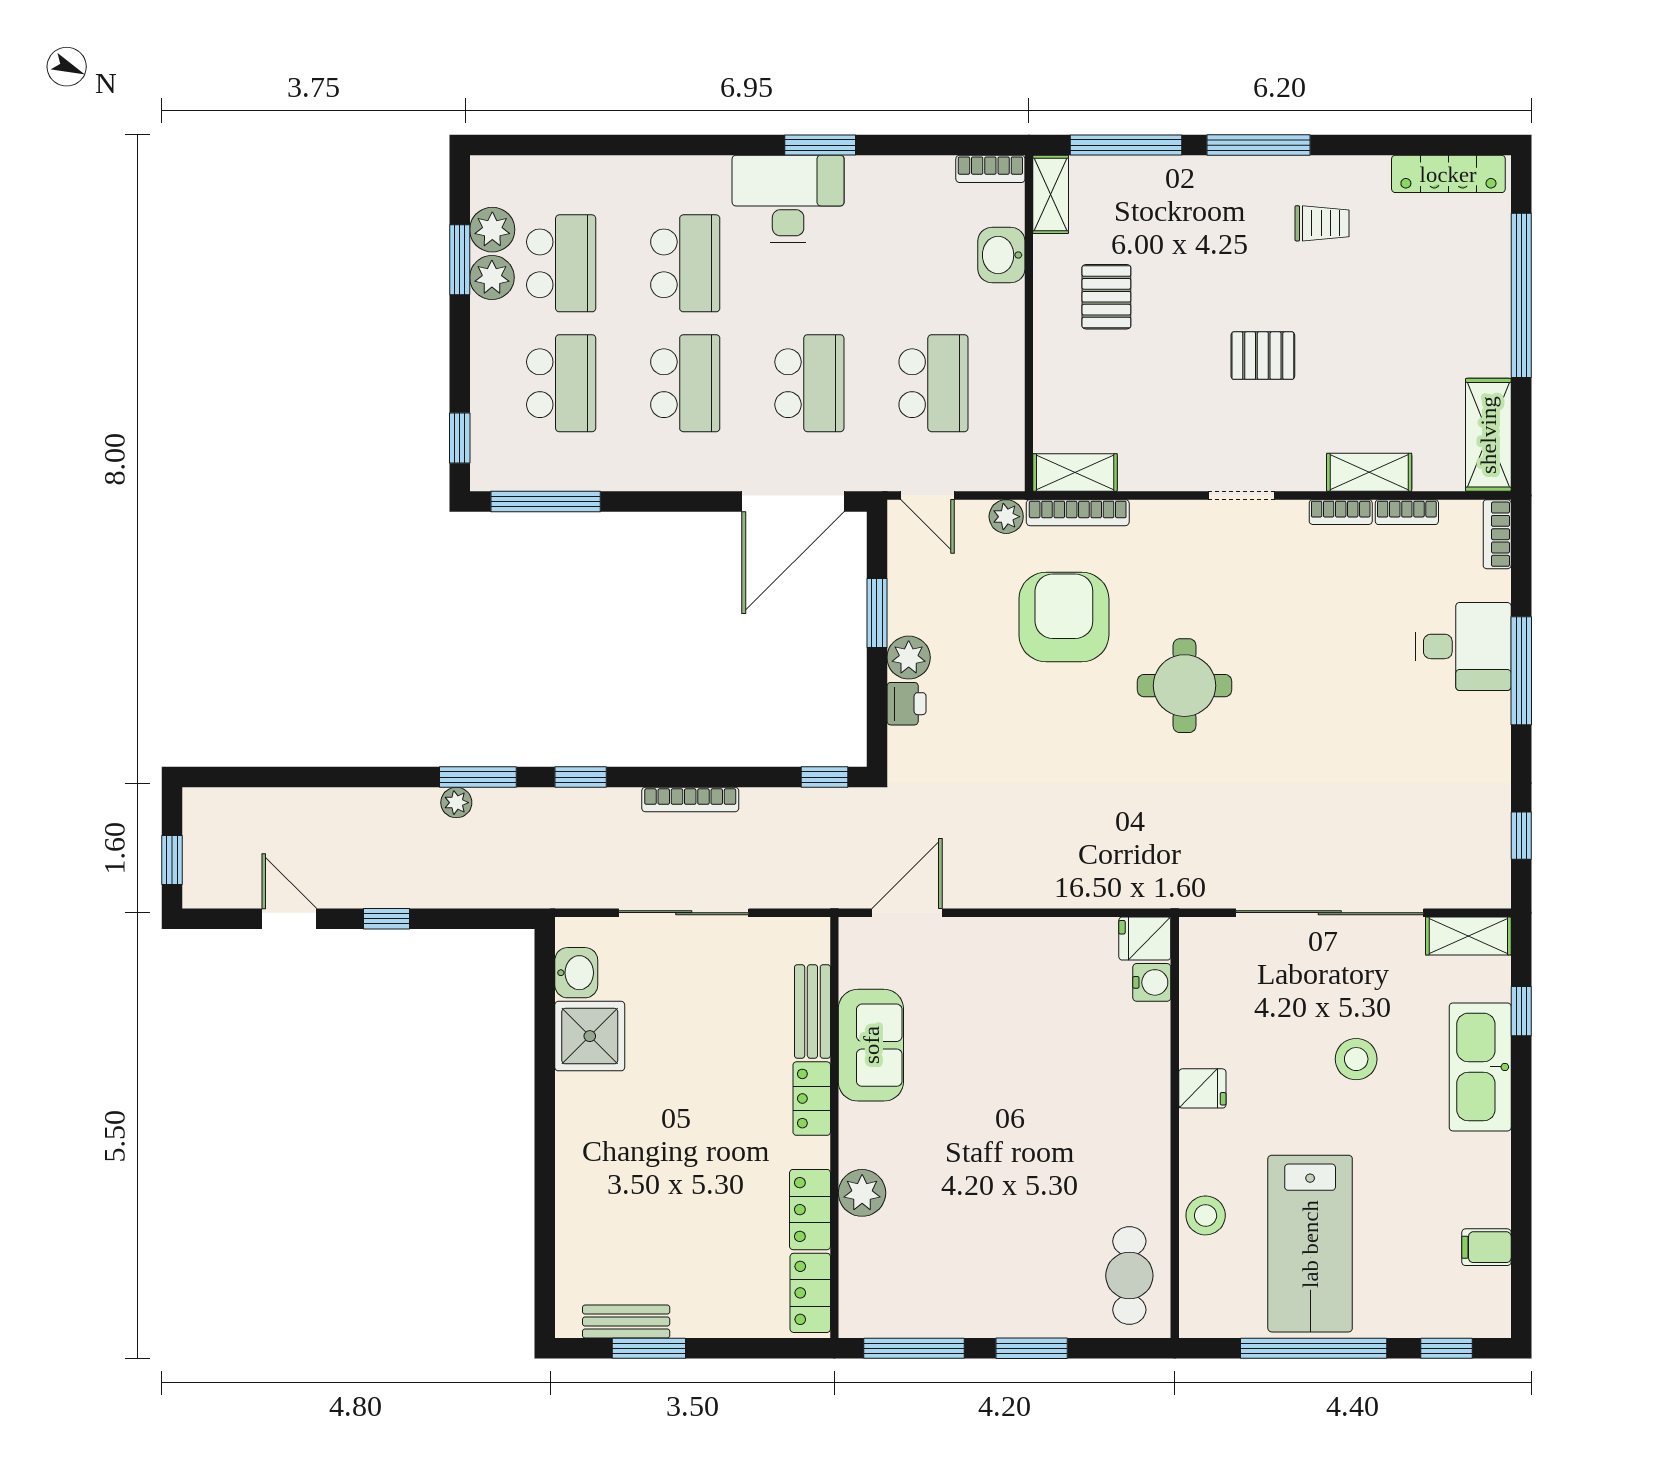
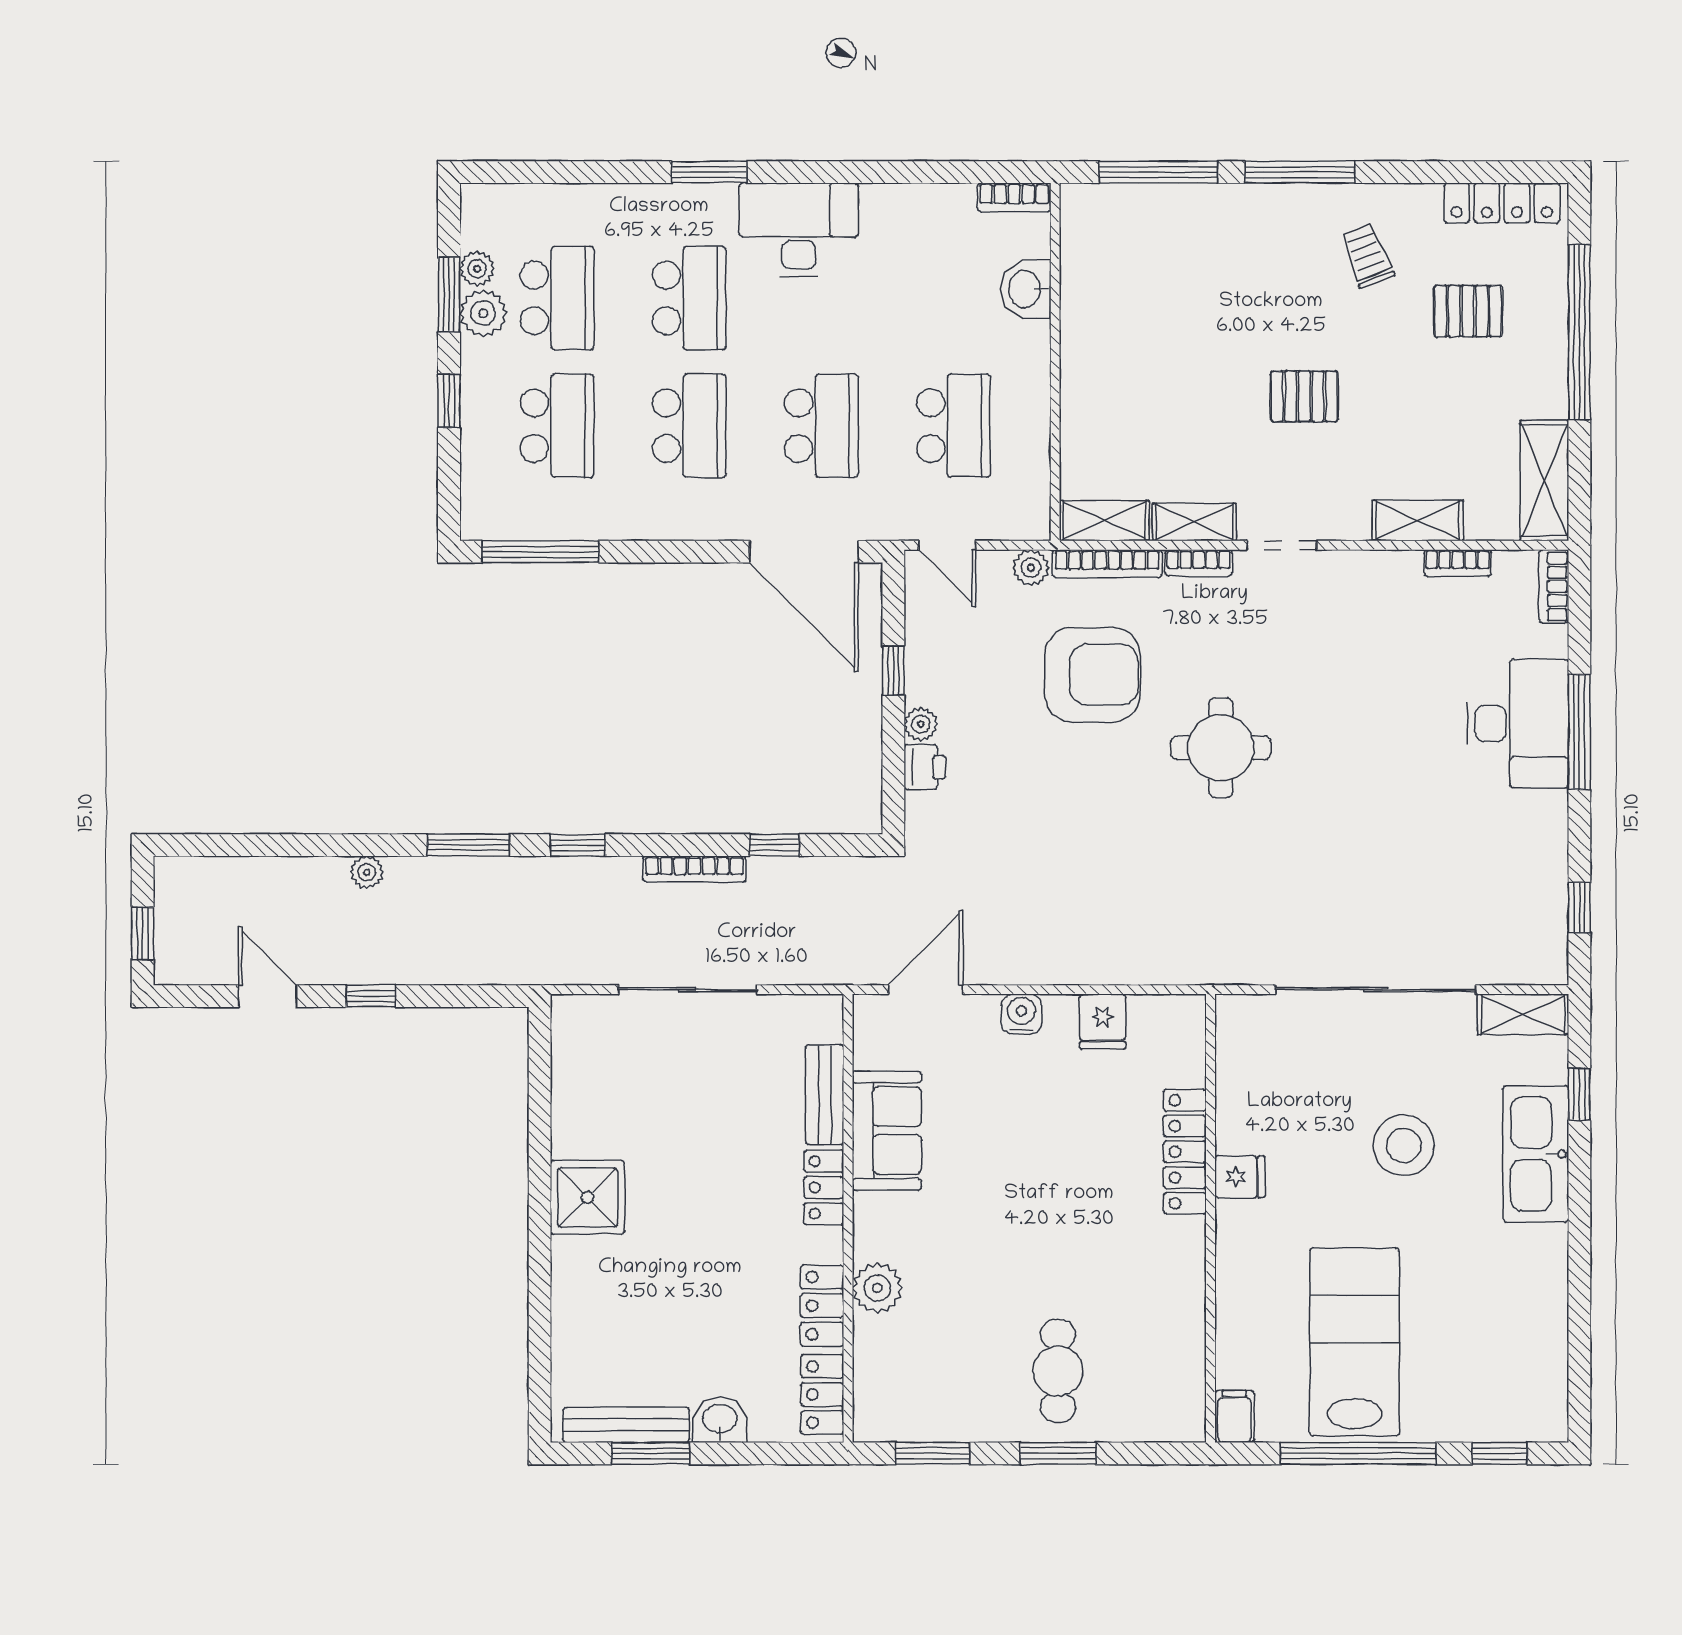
window: (820, 145) -> (709, 172), moved
shelving: (1051, 194) -> (1194, 522), moved, turned 90
trolley: (1322, 223) -> (1367, 255), turned -111
plant: (492, 230) -> (477, 269), width x0.73, depth x0.73
pallet: (1106, 297) -> (1468, 311), moved, turned 90
window: (460, 438) -> (449, 401), moved
door: (793, 502) -> (804, 552), hinge flipped
bookcase: (1341, 512) -> (1199, 563), moved
window: (877, 613) -> (893, 670), width x0.67
armchair: (1064, 617) -> (1092, 675), turned 90
desk: (1463, 646) -> (1518, 724), width x1.37
plant: (909, 658) -> (921, 724), width x0.73, depth x0.73
window: (824, 777) -> (774, 845), moved
plant: (456, 803) -> (367, 872), moved
fridge: (1145, 939) -> (1103, 1022), moved, turned -90
washbasin: (576, 973) -> (720, 1420), moved, turned -90
water cooler: (1152, 982) -> (1021, 1014), moved, turned -90
shower: (590, 1036) -> (587, 1197), moved
stool: (1356, 1059) -> (1404, 1145), width x1.38, depth x1.38
locker: (1151, 1065) -> (1185, 1152), added
stool: (1206, 1215) -> (1243, 1312), removed
lab bench: (1310, 1244) -> (1355, 1342), turned 180
filing cabinet: (1486, 1247) -> (1234, 1416), moved, turned 90
cafe table: (1129, 1275) -> (1058, 1371), moved
bench: (626, 1322) -> (626, 1425), width x1.36
window: (914, 1348) -> (933, 1453), width x0.69

